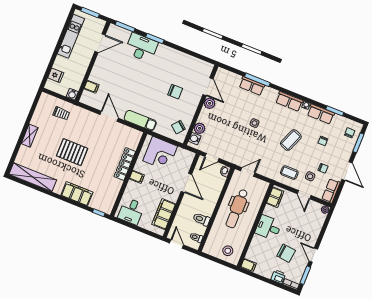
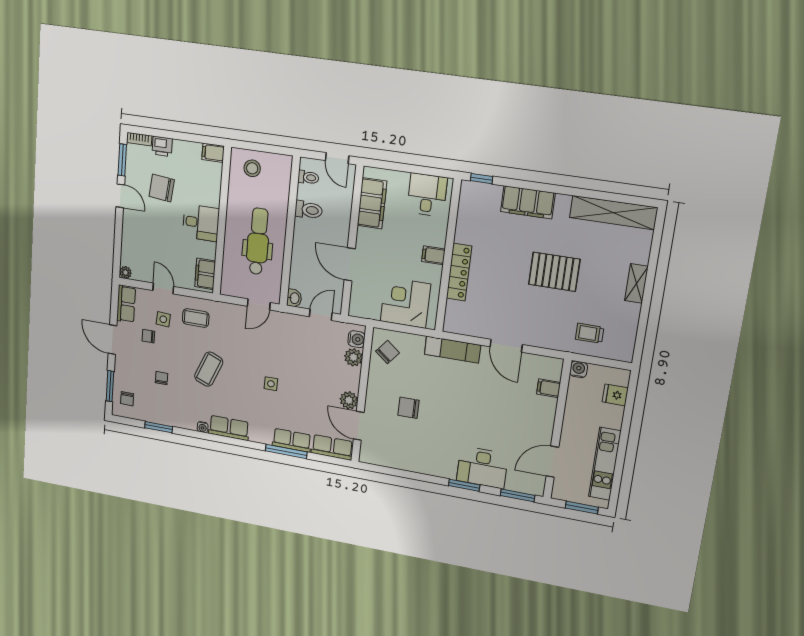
row of seats: (321, 114) -> (332, 447), moved

